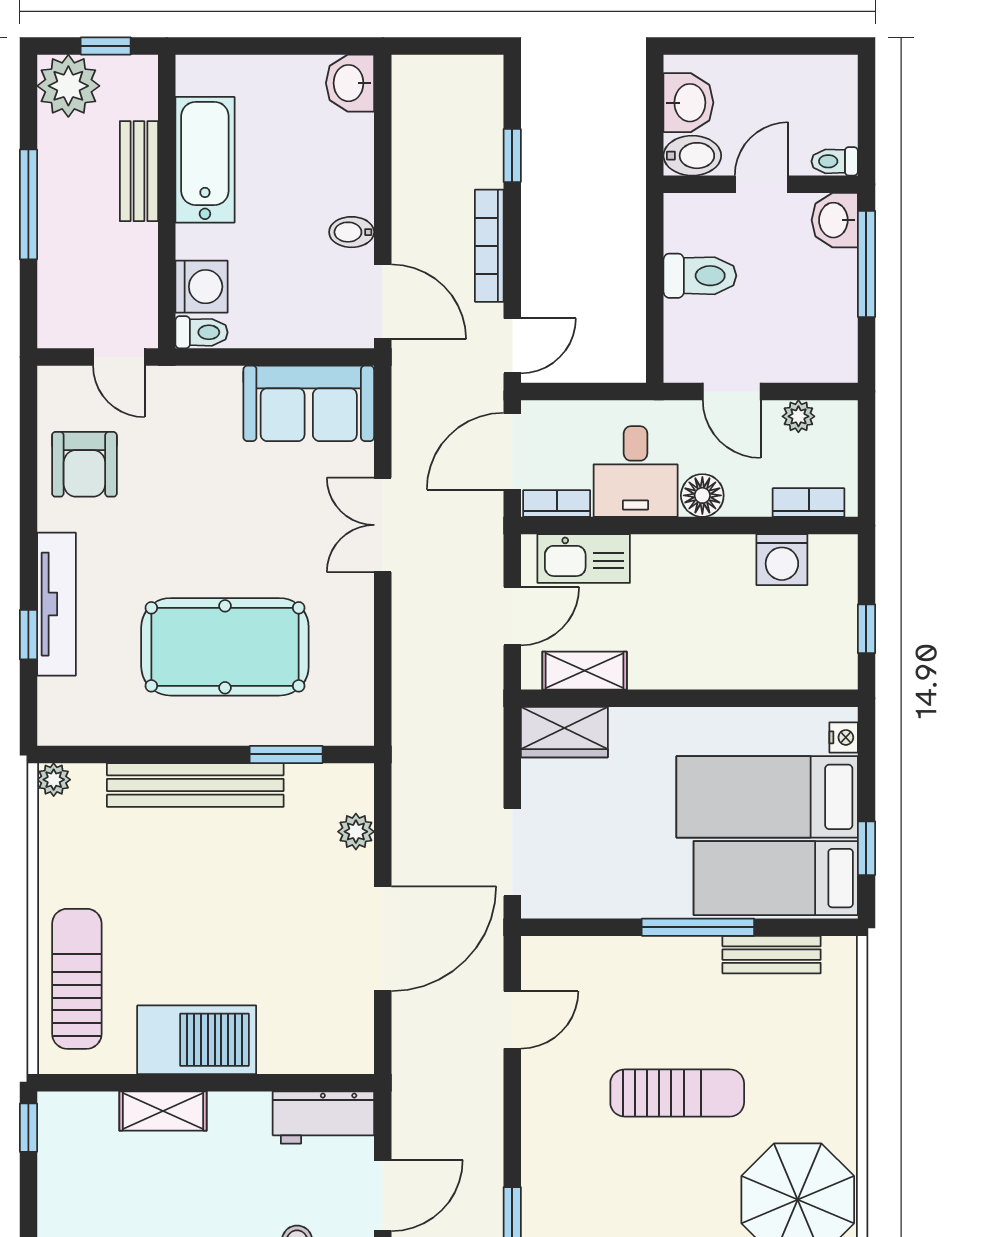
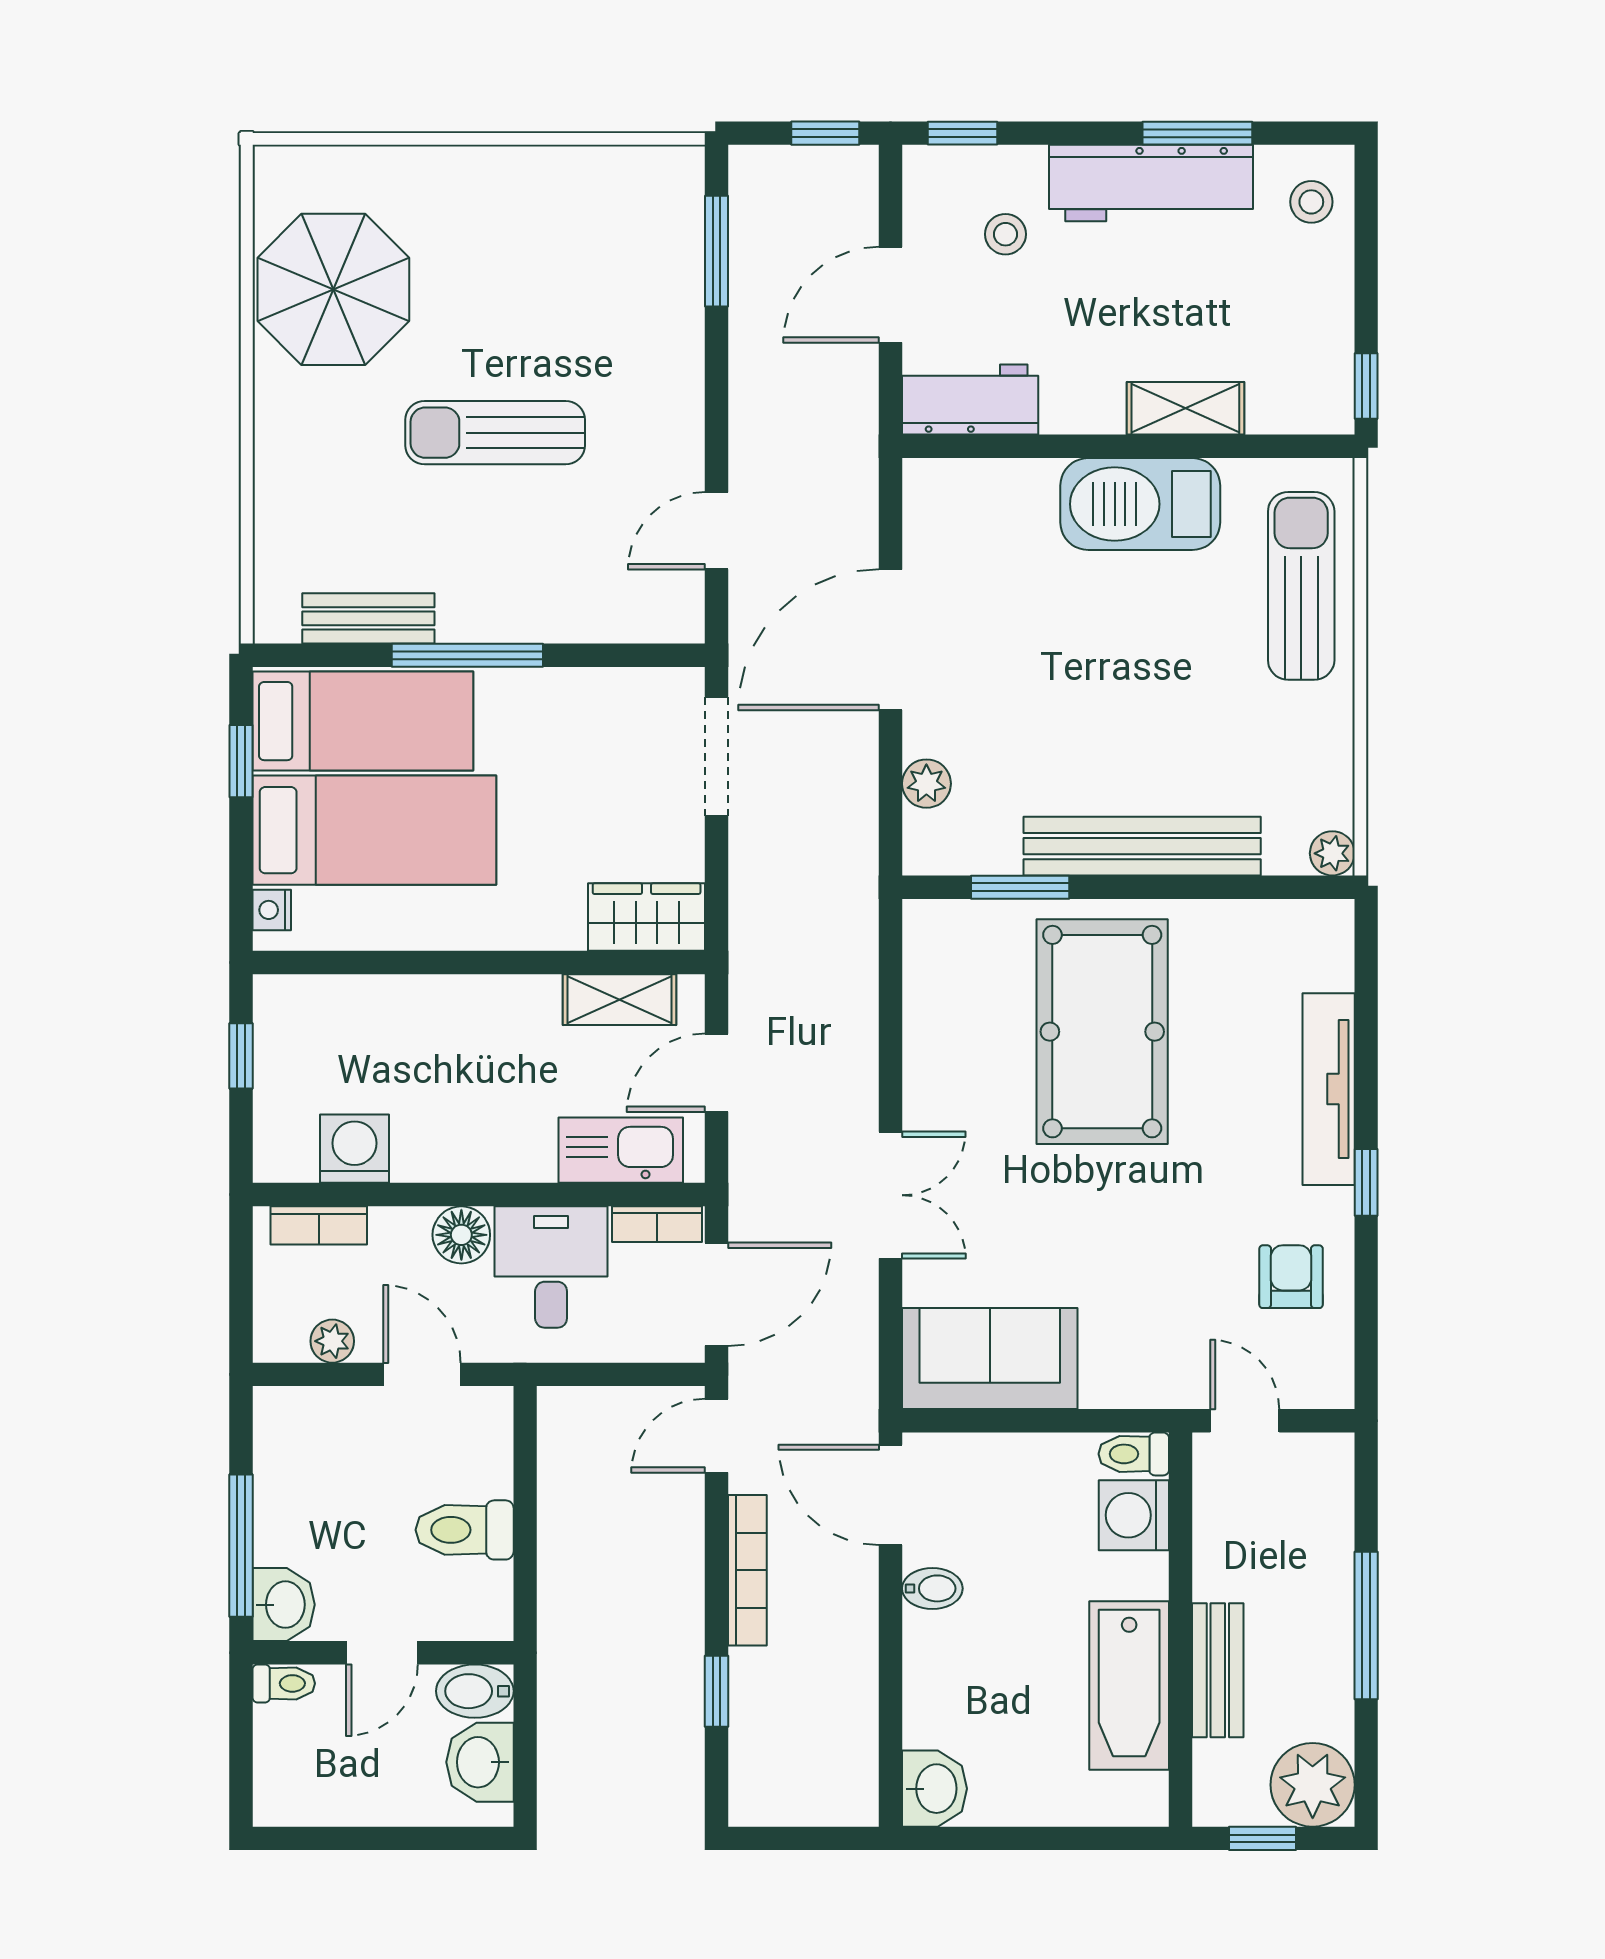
armchair: (84, 464) -> (1291, 1277), width x0.72, depth x0.72
window: (28, 635) -> (1366, 1182), moved
pool table: (225, 647) -> (1102, 1032), turned 90
sun lounger: (77, 979) -> (1301, 586), turned 180

